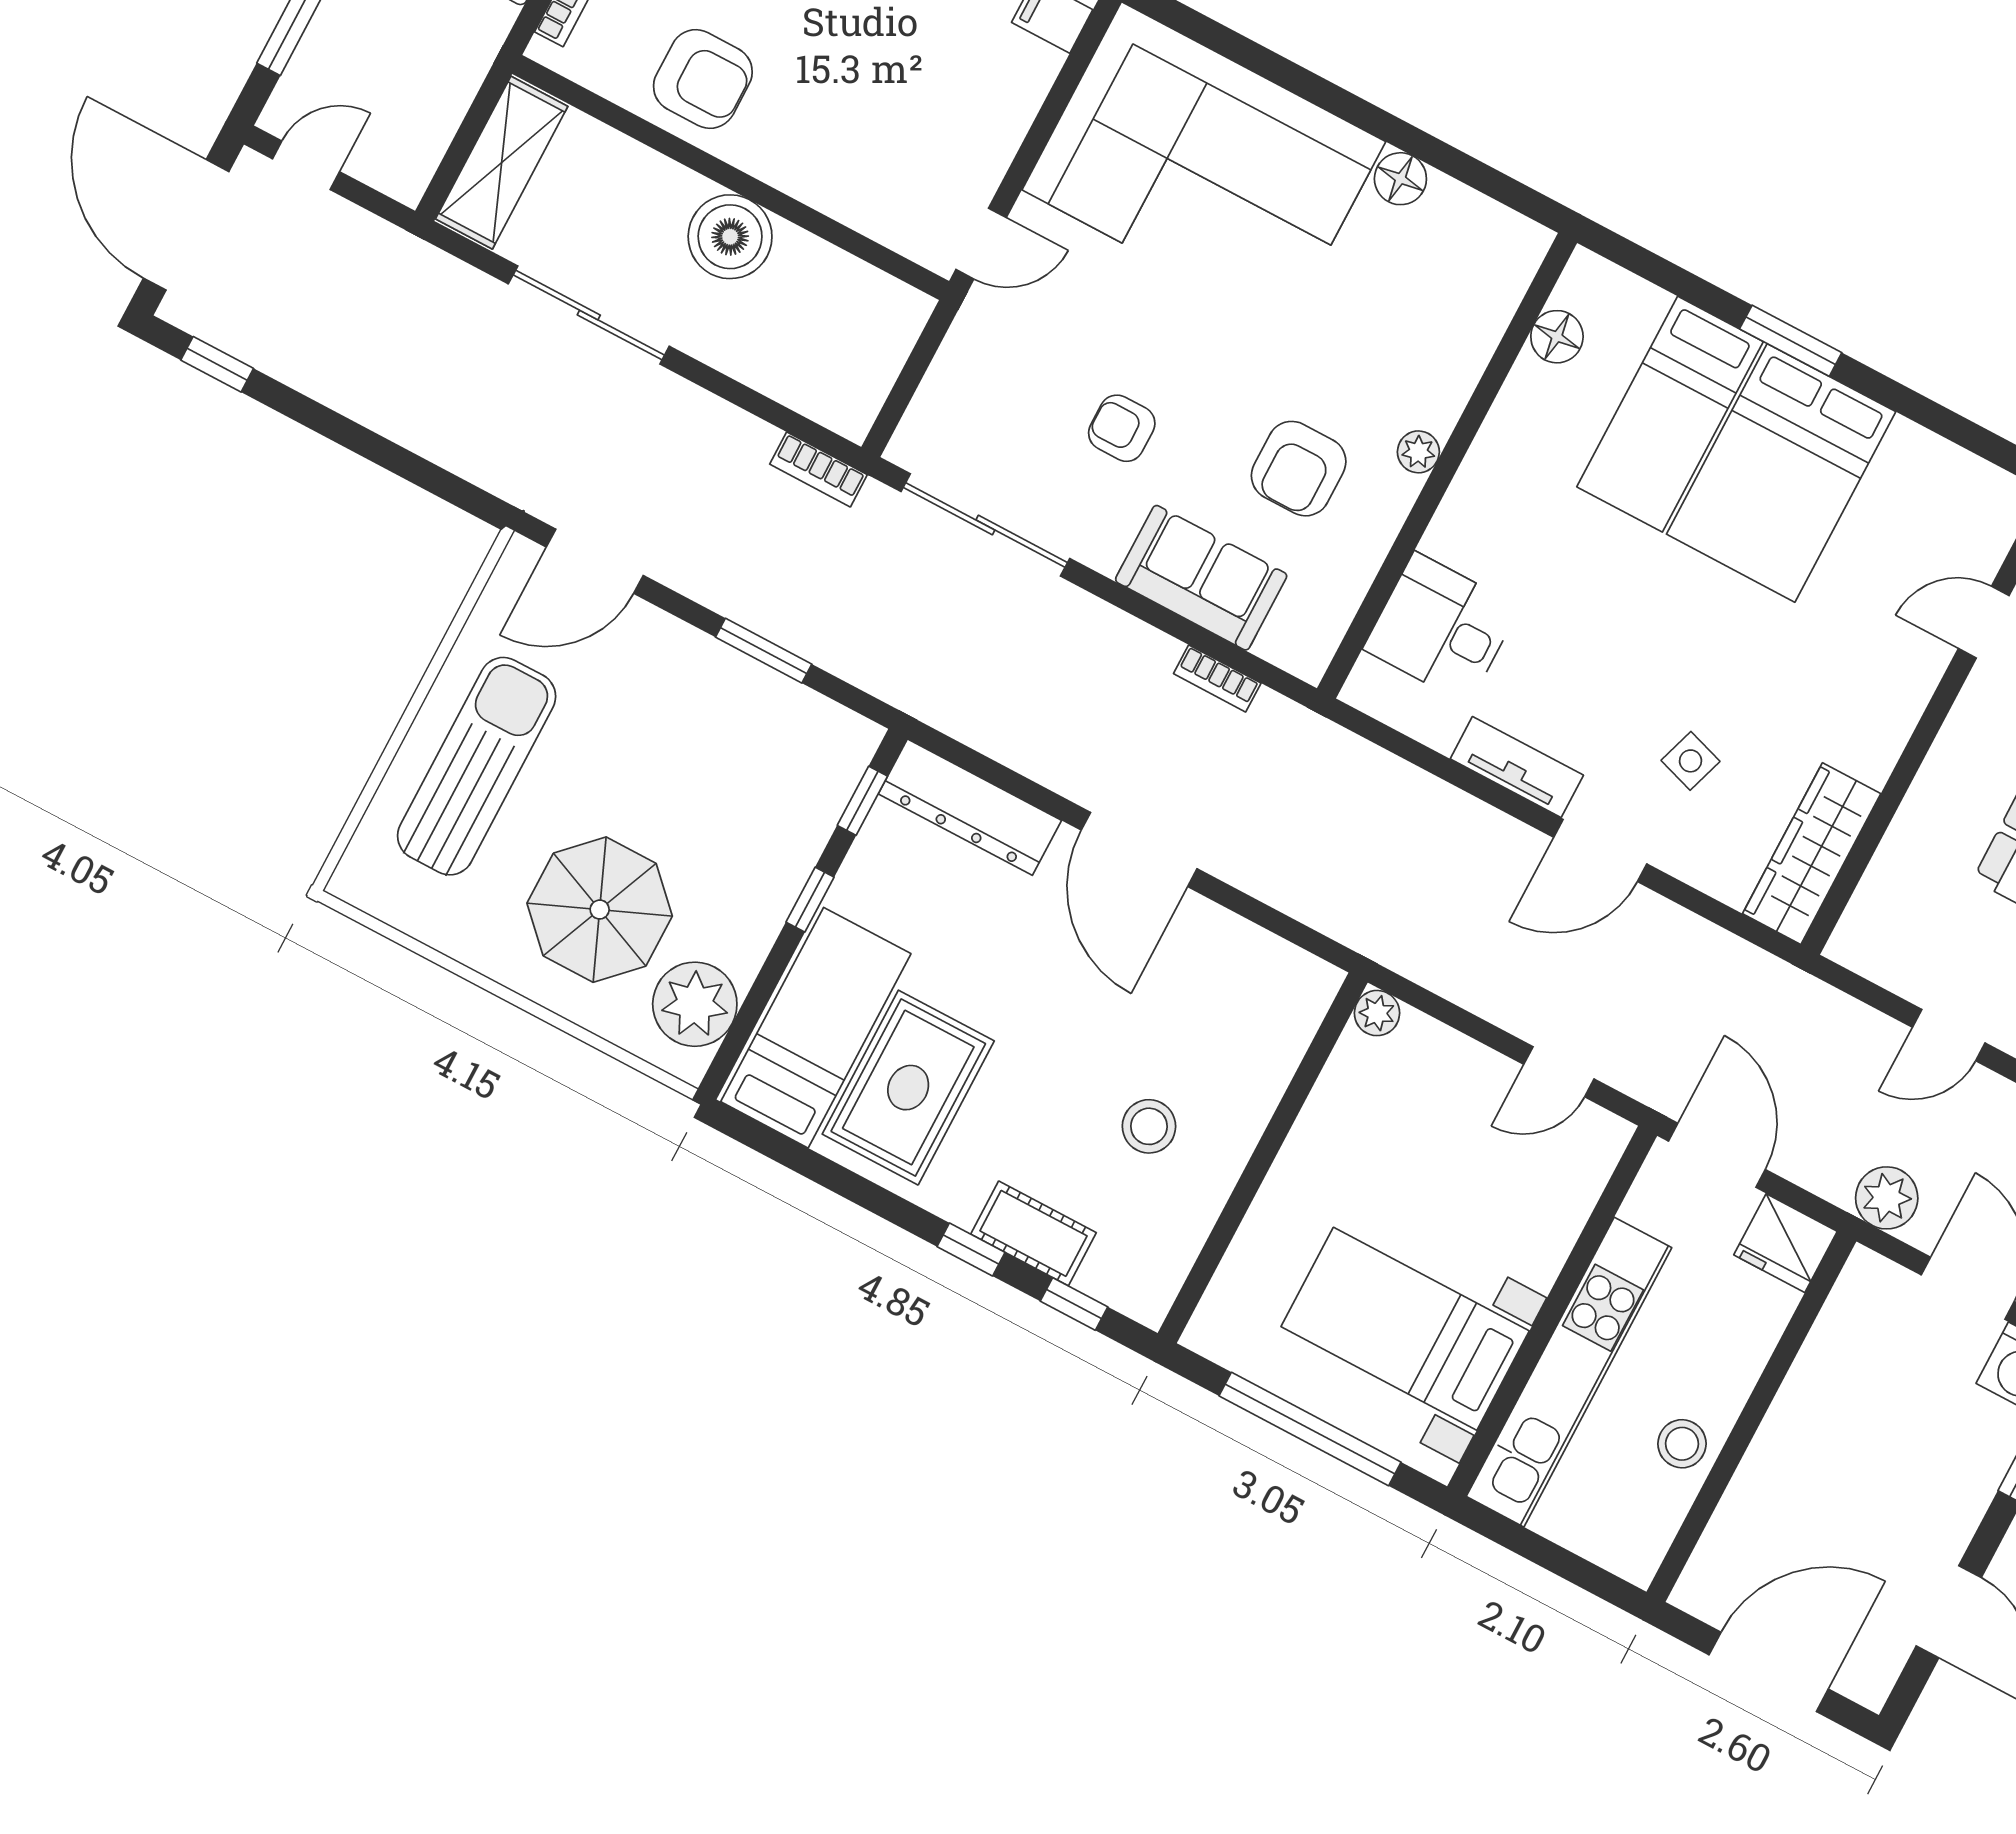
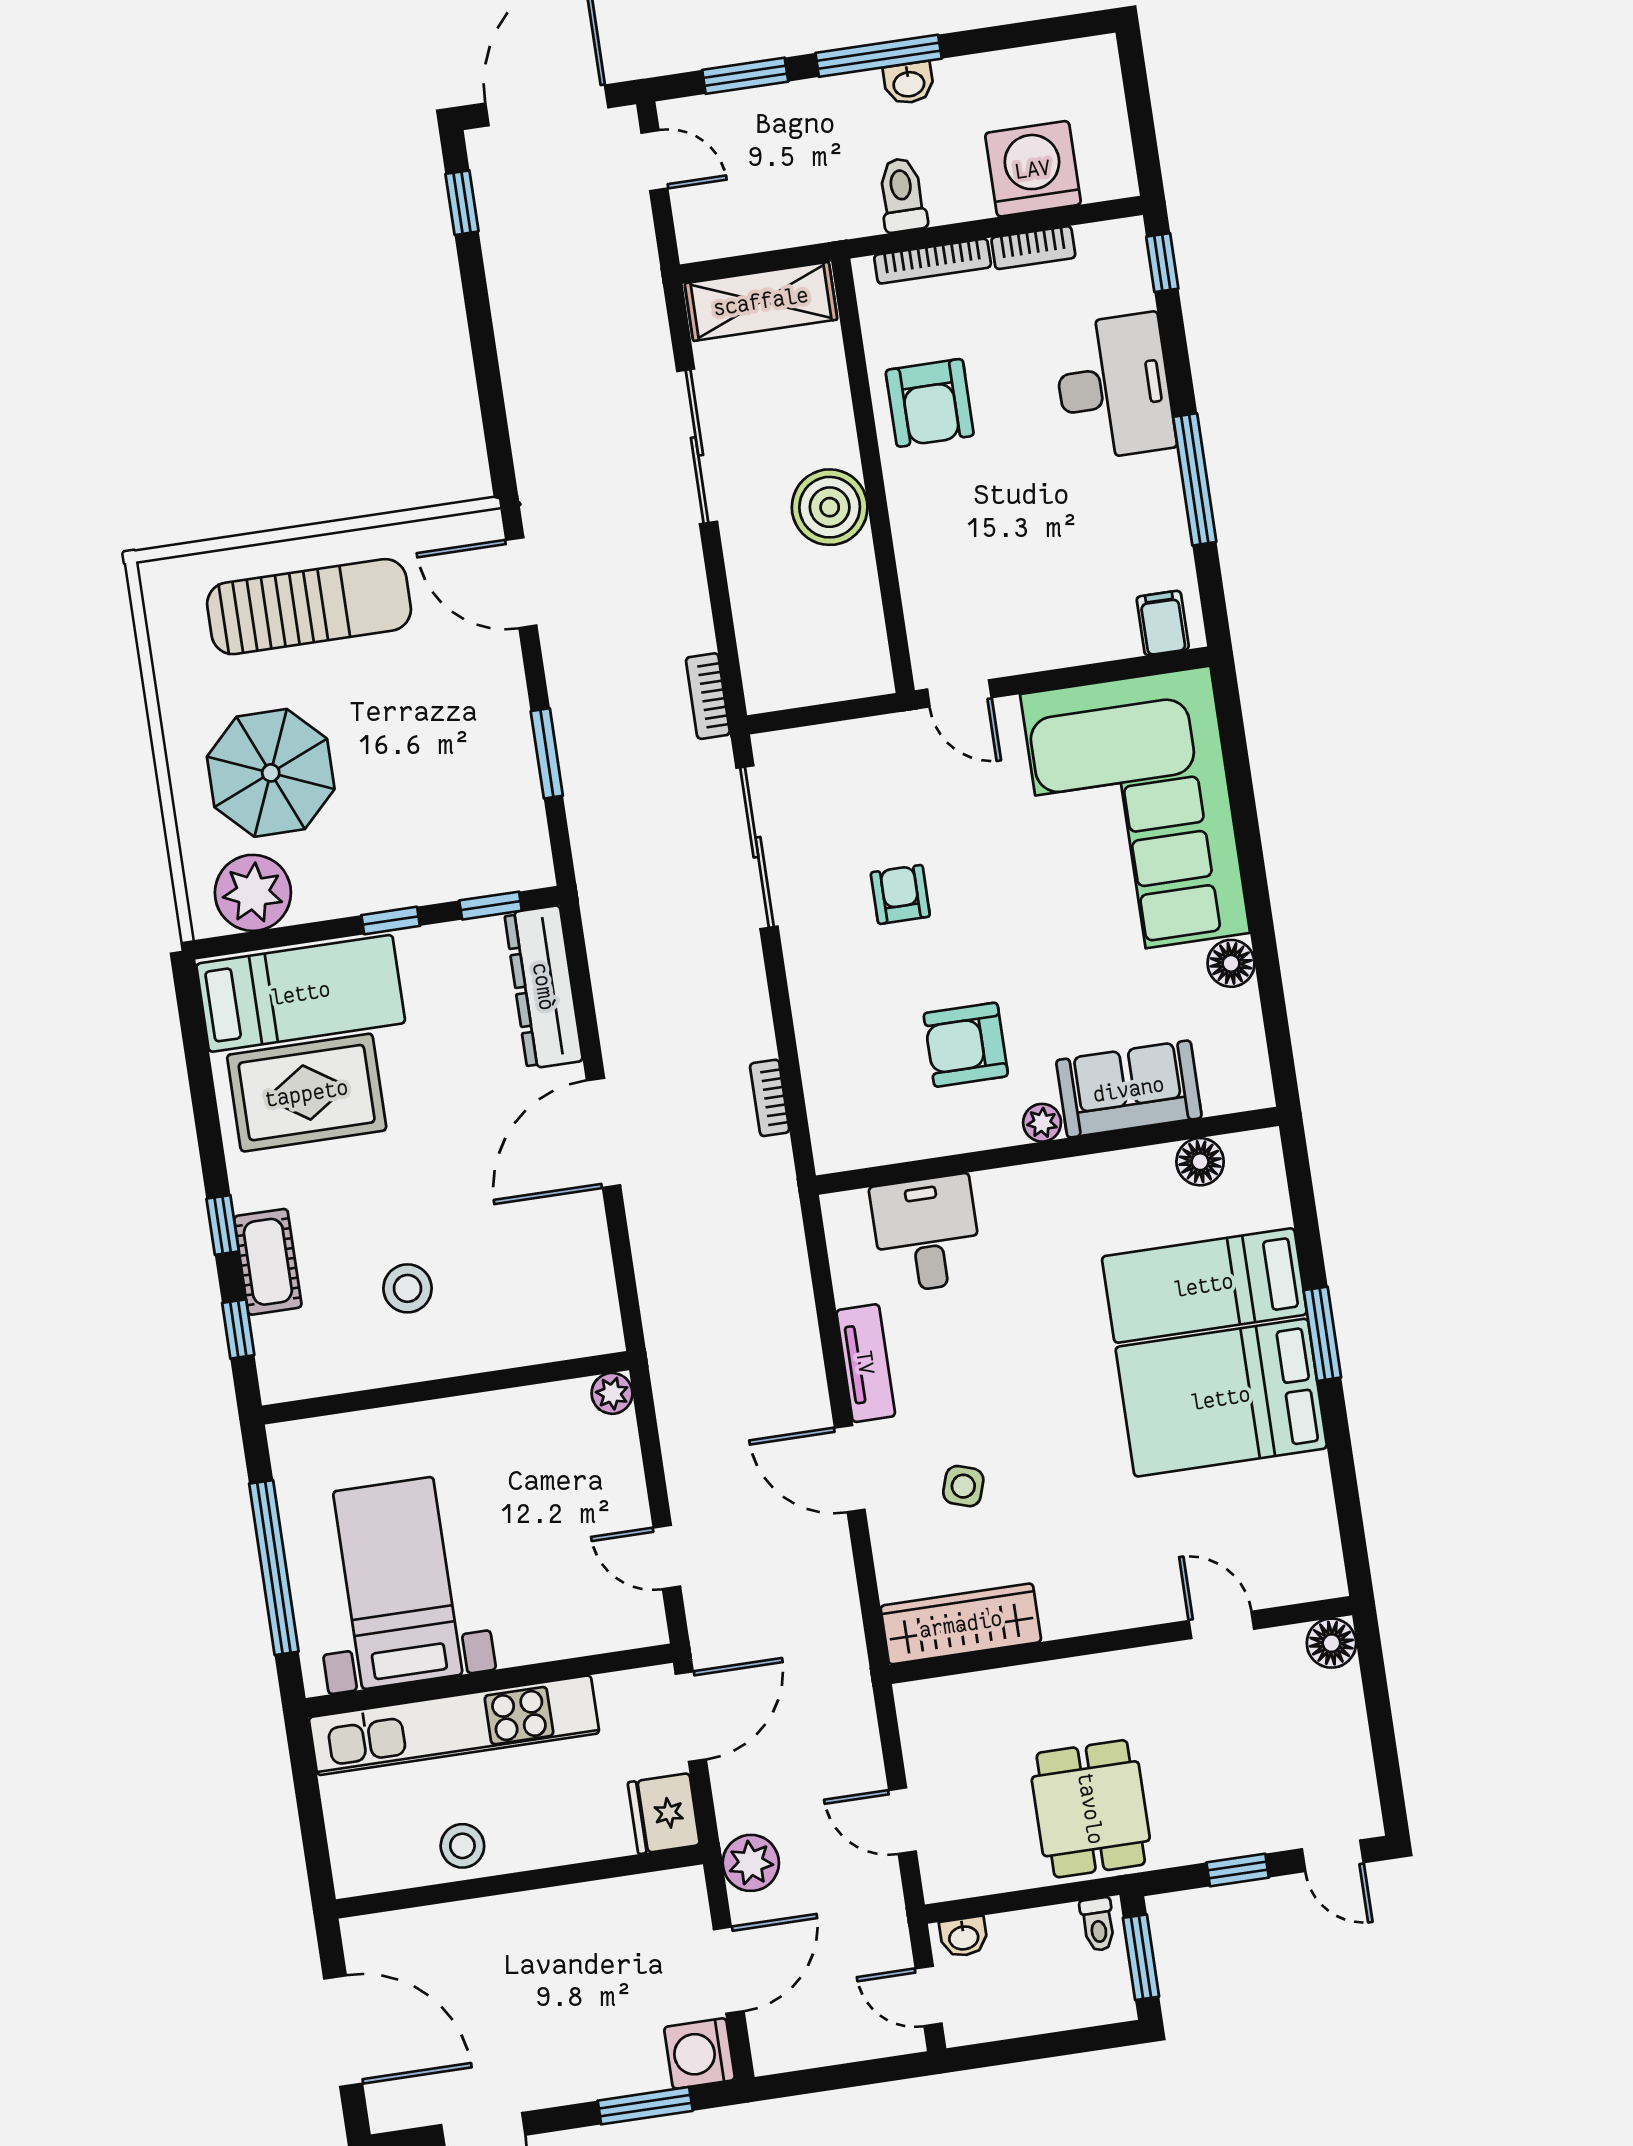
sofa: (1201, 578) -> (1129, 1089), moved, turned -90

